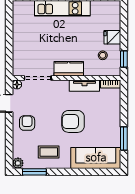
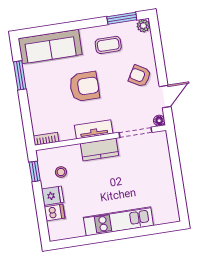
dishwasher: (113, 23) -> (54, 212), added
tv unit: (84, 86) -> (94, 129), moved
armchair: (27, 123) -> (140, 76), turned 120

